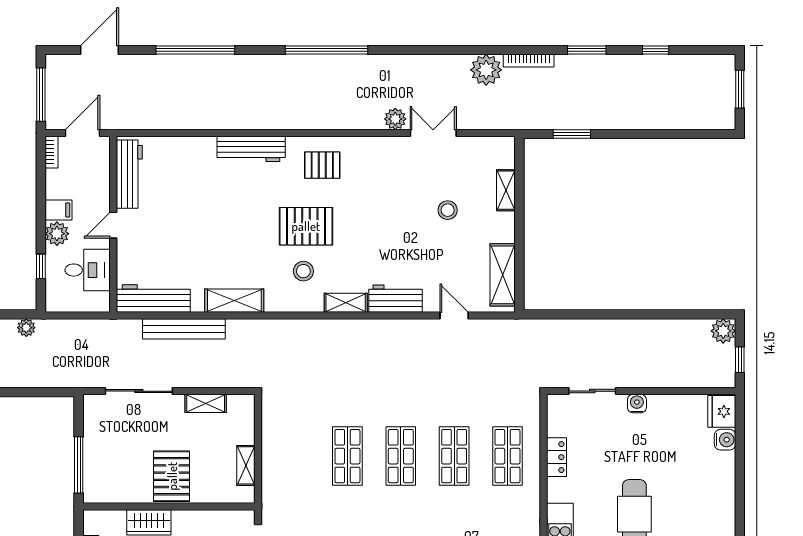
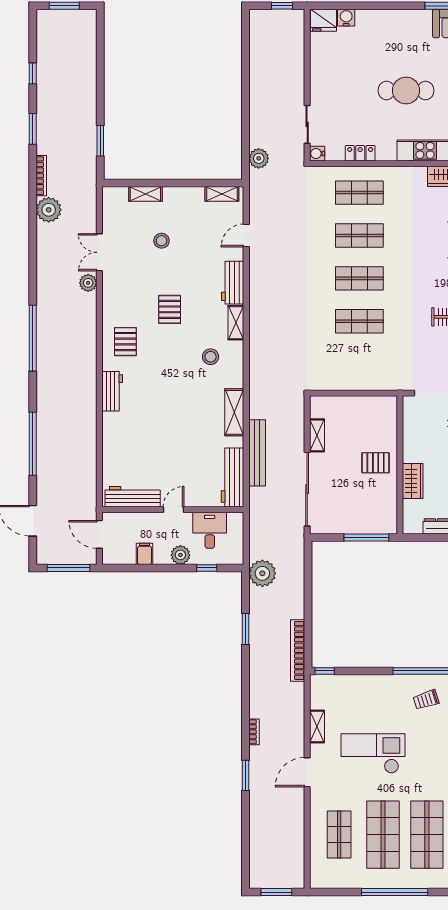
workbench: (251, 149) -> (112, 391), width x0.73
bookcase: (51, 152) -> (115, 559), removed
filing cabinet: (58, 210) -> (145, 554), moved
door: (113, 225) -> (174, 510), swing flipped
pallet: (306, 226) -> (170, 309), moved, width x0.67, depth x0.71
shelving: (503, 275) -> (222, 194), width x0.67, depth x0.75
plant: (26, 328) -> (262, 573), width x1.88, depth x1.88
plant: (723, 331) -> (259, 158), moved
sliding door: (139, 391) -> (307, 489), width x1.36
water cooler: (637, 404) -> (317, 154), moved
shelving: (246, 465) -> (367, 403), removed
pallet: (172, 476) -> (376, 463), width x0.67, depth x0.71

